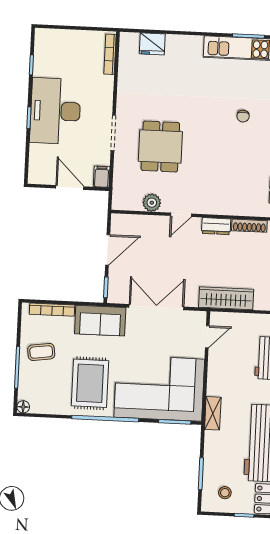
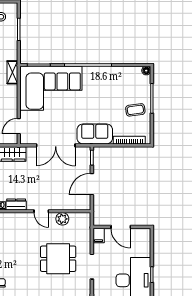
dining table: (160, 146) -> (58, 259), turned 90
door: (181, 215) -> (41, 211), swing flipped
rug: (90, 383) -> (100, 89), removed

